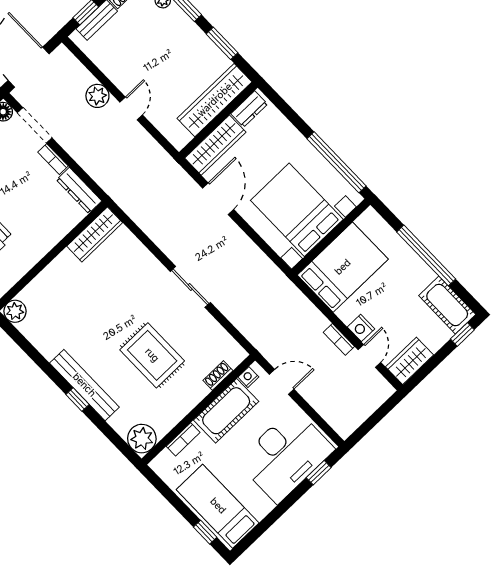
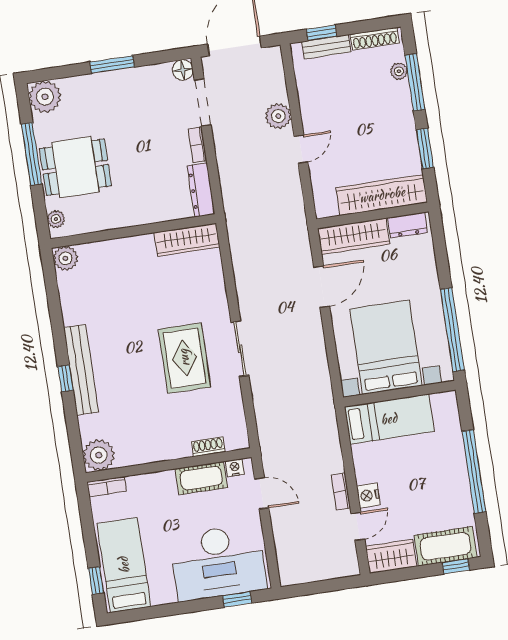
bed: (343, 267) -> (389, 419), width x0.67
cot: (447, 305) -> (445, 546), moved, turned 90
rug: (152, 355) -> (184, 358), moved
cot: (226, 411) -> (201, 478), width x0.73, depth x0.75
bookcase: (183, 439) -> (107, 487), moved

